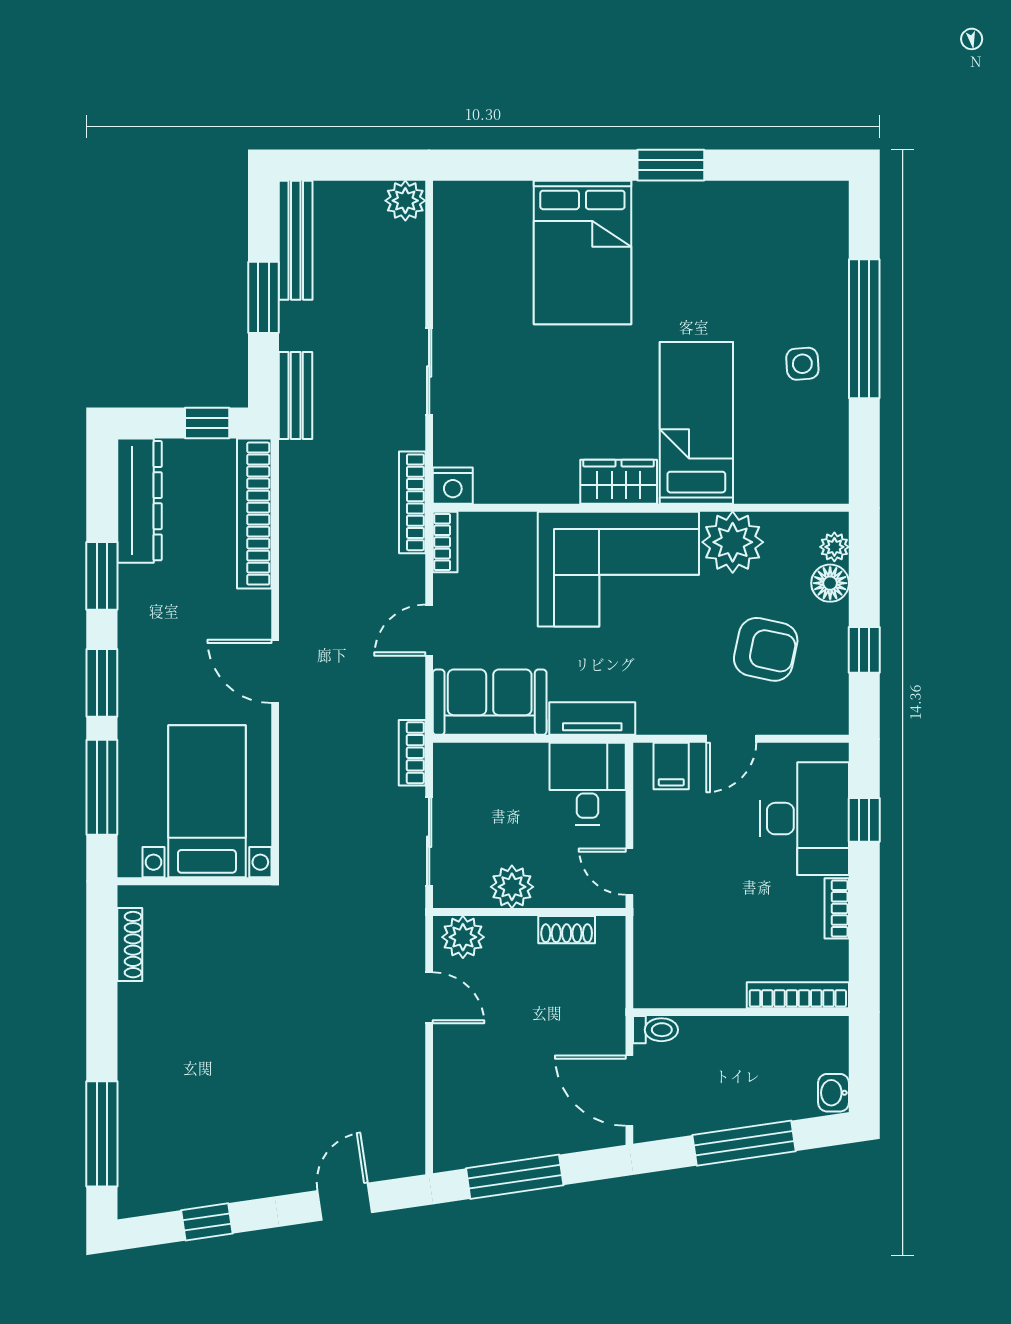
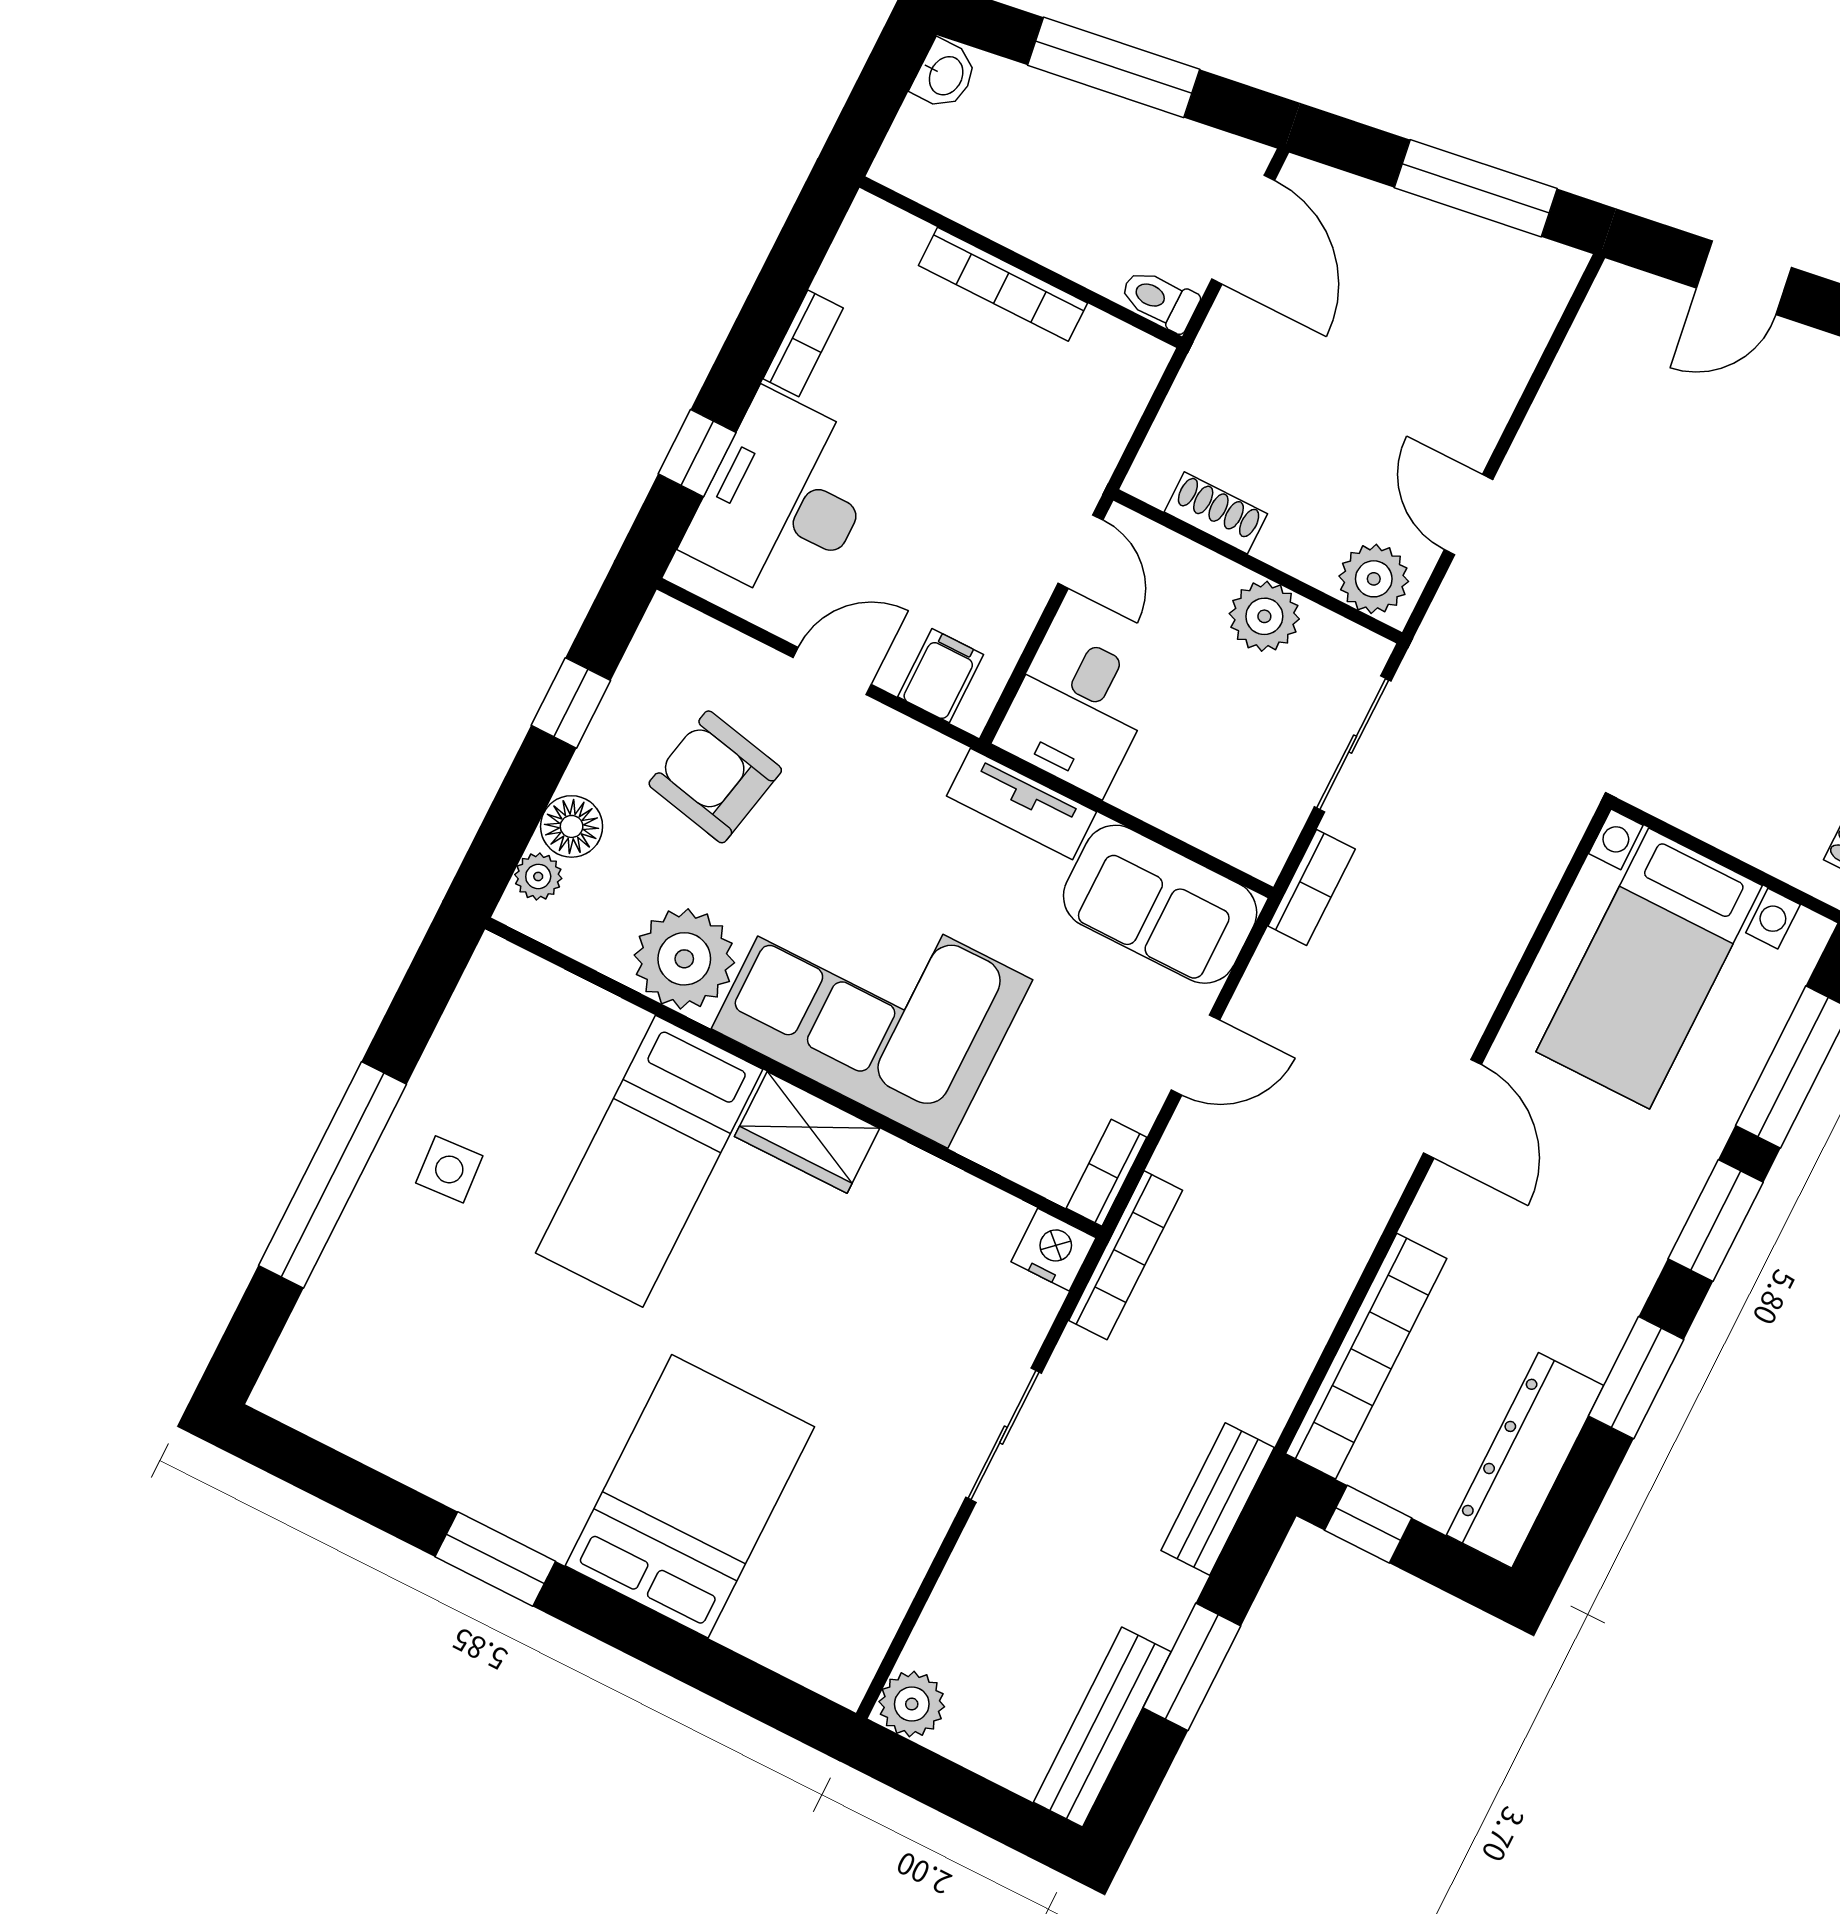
bookcase: (798, 995) -> (1003, 284), moved

